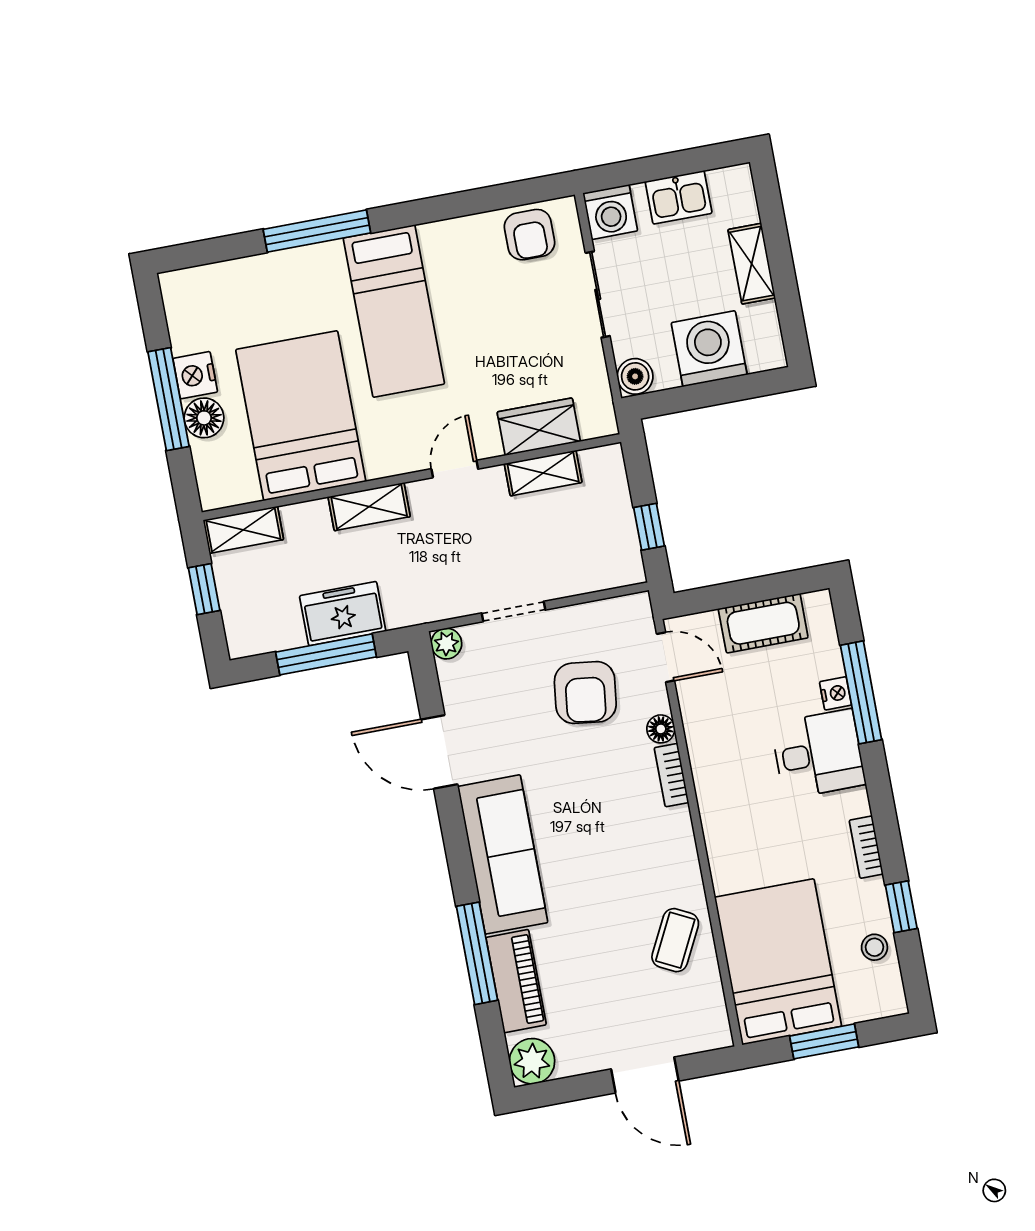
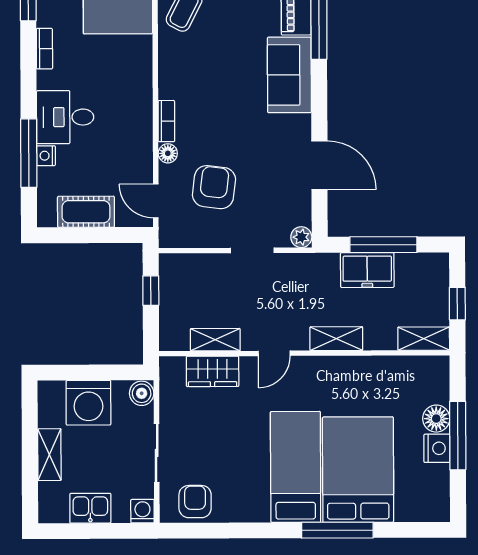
washing machine: (610, 212) -> (142, 511), width x0.73, depth x0.73
bed: (301, 416) -> (358, 470), moved, turned 180
sofa: (503, 854) -> (289, 75), width x0.73

